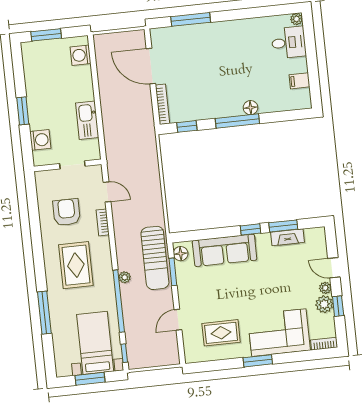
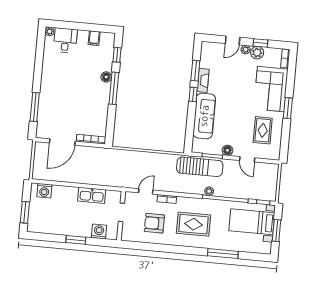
window: (187, 126) -> (117, 55), moved
fireplace: (287, 237) -> (203, 80), moved
floor lamp: (181, 254) -> (227, 150), moved

